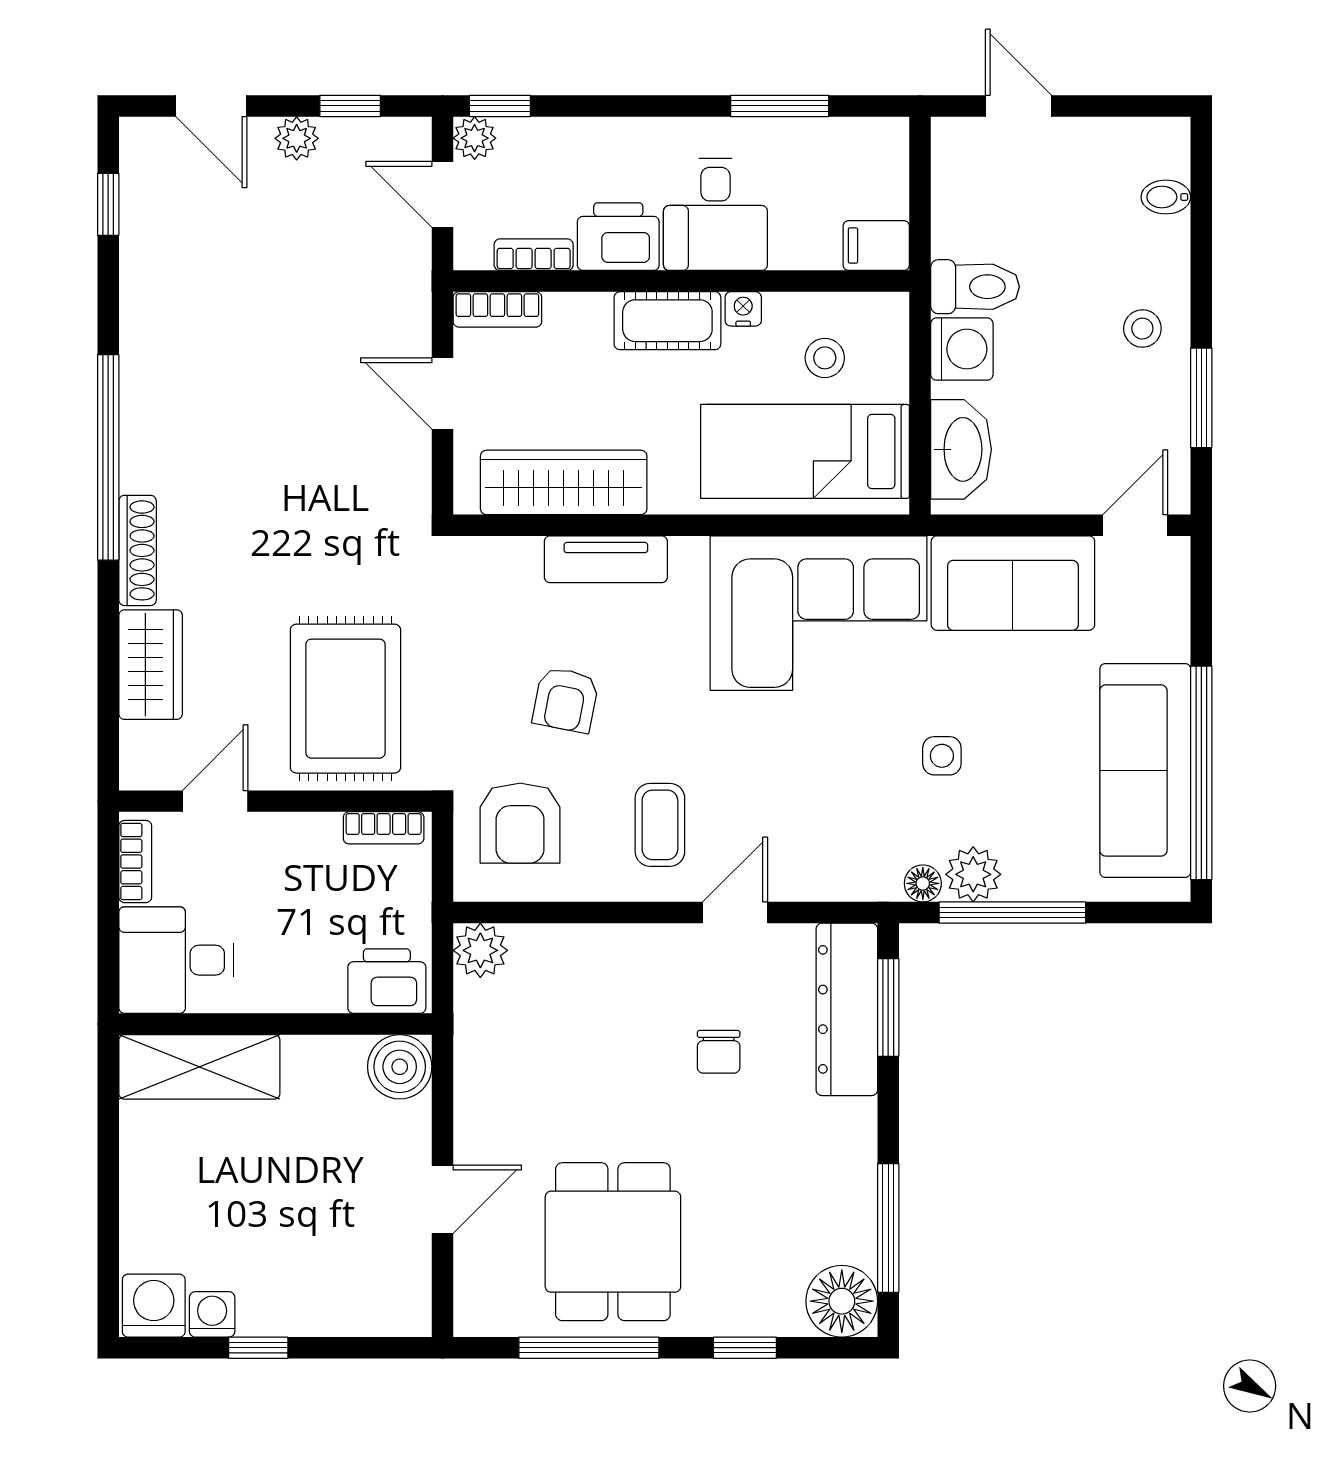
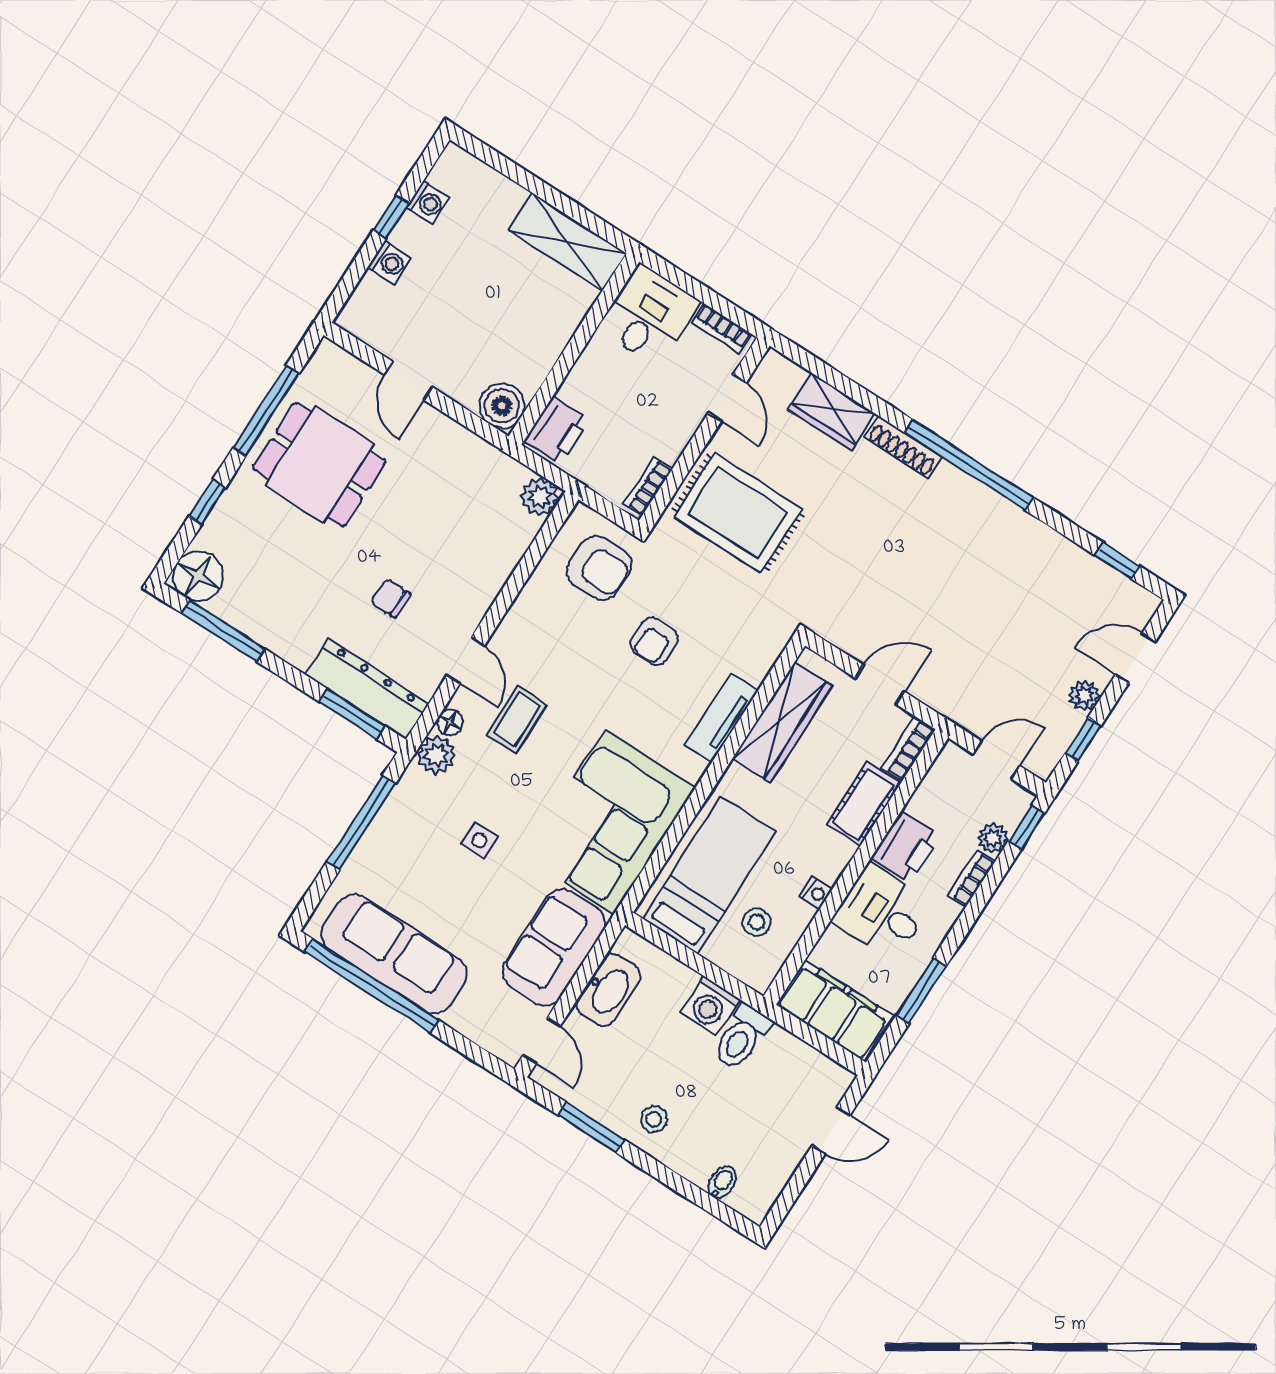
plant: (475, 138) -> (993, 838), moved
filing cabinet: (876, 246) -> (834, 1010), width x3.00, depth x1.17
bookcase: (534, 255) -> (972, 879), moved, turned 180
cot: (667, 321) -> (864, 804), moved
washbasin: (961, 449) -> (608, 990), moved, turned -90
armchair: (566, 700) -> (654, 641), turned -101
armchair: (520, 823) -> (599, 568), turned 180
coffee table: (660, 825) -> (517, 720), moved, turned 90
plant: (973, 874) -> (436, 755), moved
floor lamp: (923, 883) -> (450, 722), moved
shelving: (199, 1067) -> (567, 242), moved, turned 90
washing machine: (154, 1306) -> (389, 262), moved, width x0.73, depth x0.73

